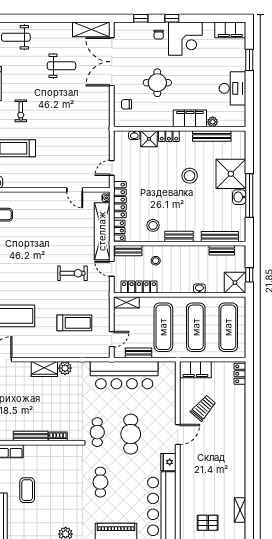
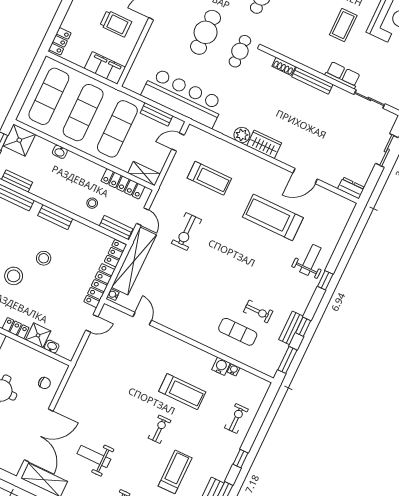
stool: (153, 225) -> (44, 258), moved
exercise bike: (72, 273) -> (186, 232), turned -90
treadmill: (74, 323) -> (209, 178), turned 180
trolley: (203, 408) -> (116, 24), turned -131

